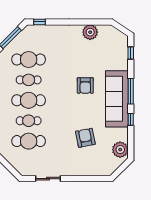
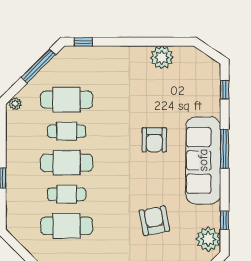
window: (131, 119) -> (225, 220), moved

